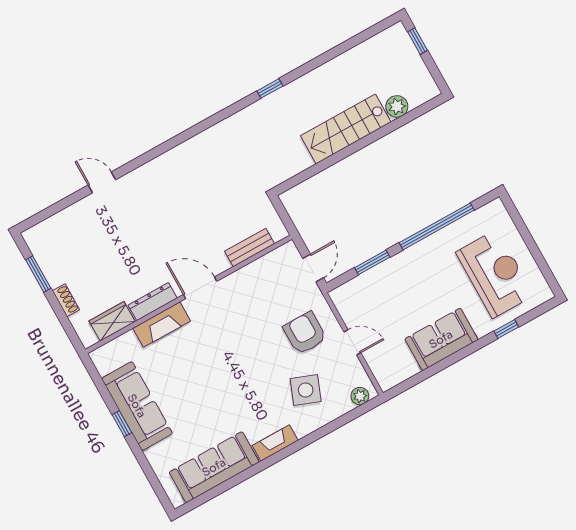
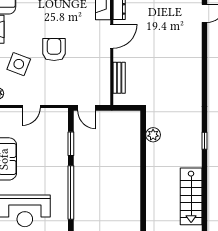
plant: (397, 106) -> (153, 135), moved
stairs: (346, 129) -> (191, 196), moved, turned 180
armchair: (305, 333) -> (54, 49), moved, turned -90

